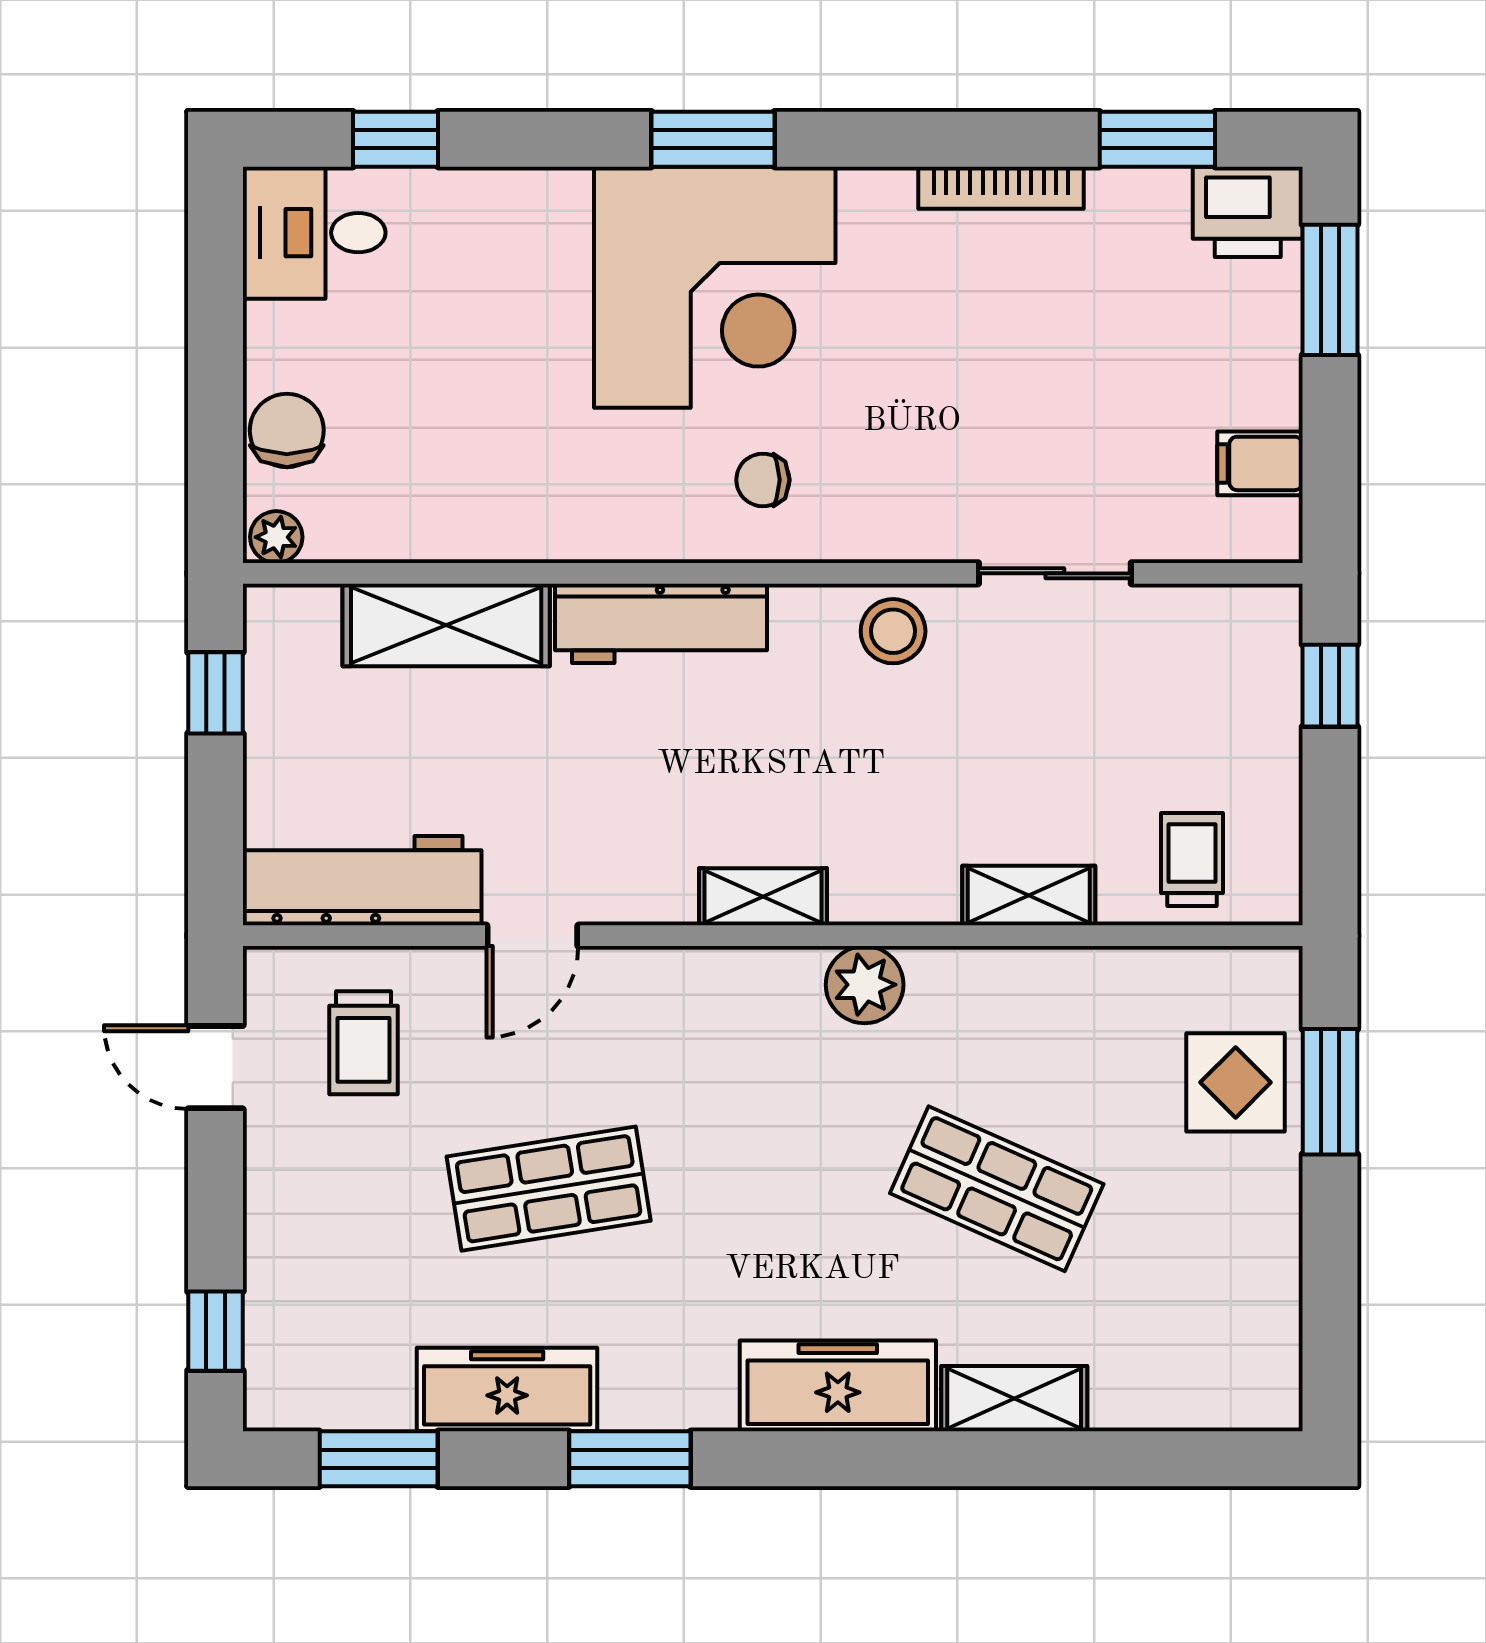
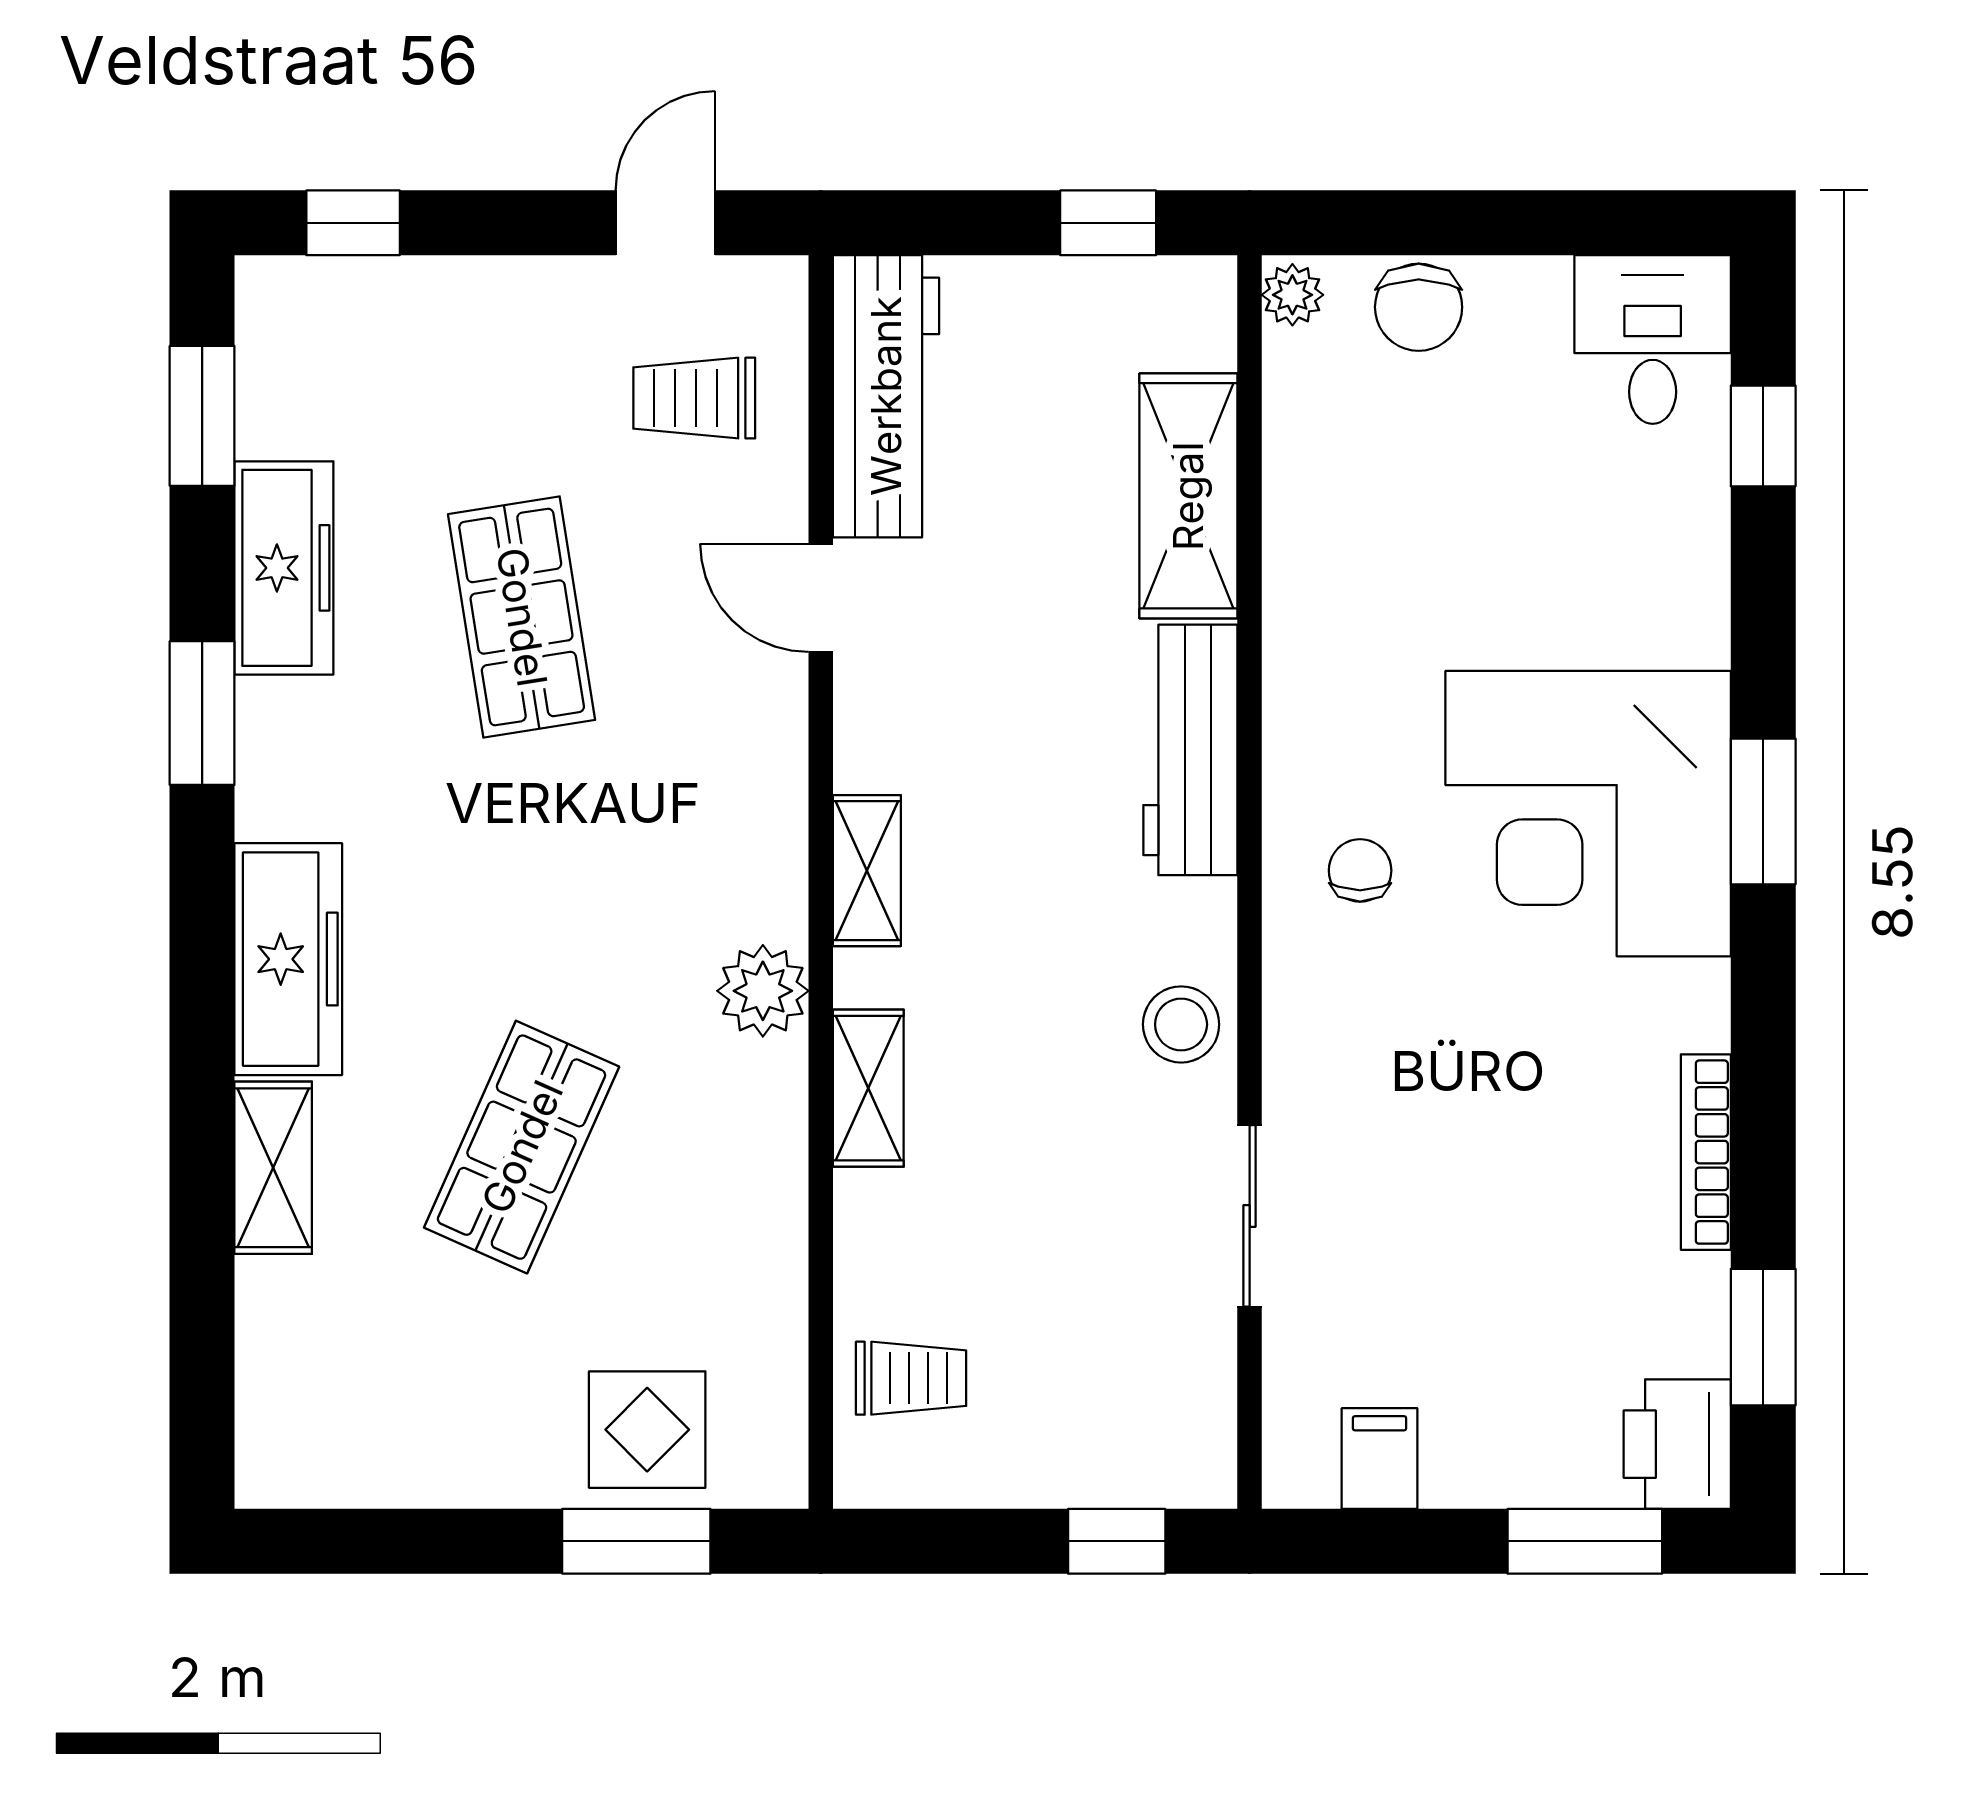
chair: (287, 430) -> (1419, 307), turned 90
shelving: (1029, 896) -> (868, 1088), moved

